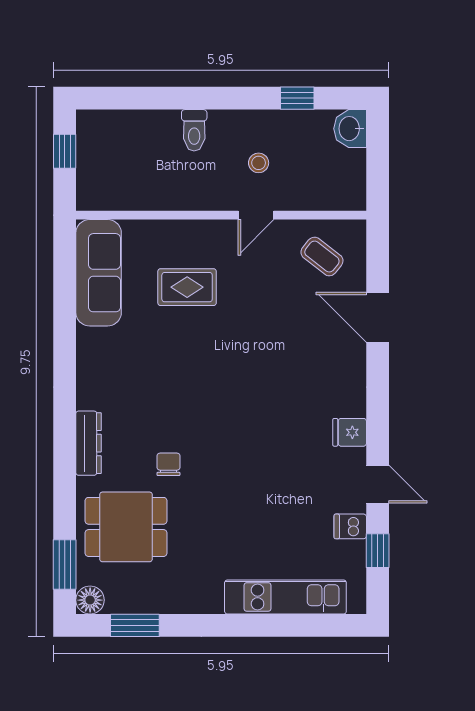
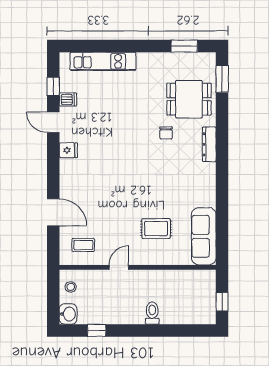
stool: (259, 163) -> (71, 287), moved
coffee table: (322, 257) -> (83, 245), turned -38
floor lamp: (90, 600) -> (208, 60), removed

